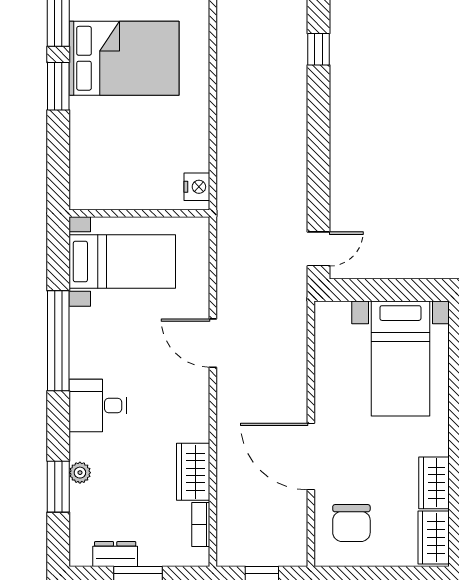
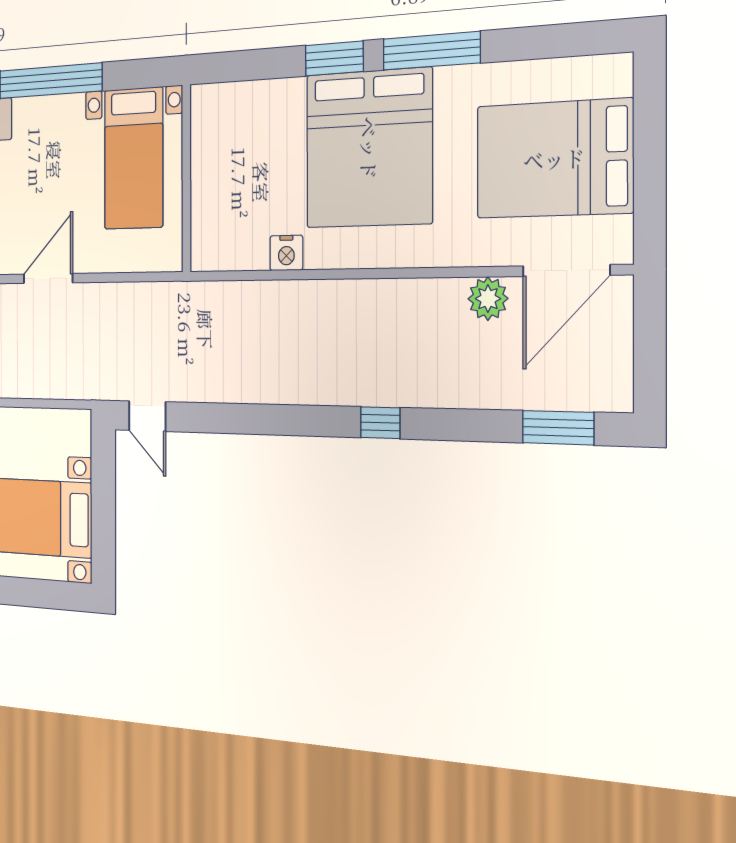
bed: (124, 58) -> (369, 148), width x1.36
nightstand: (197, 187) -> (286, 253), moved

